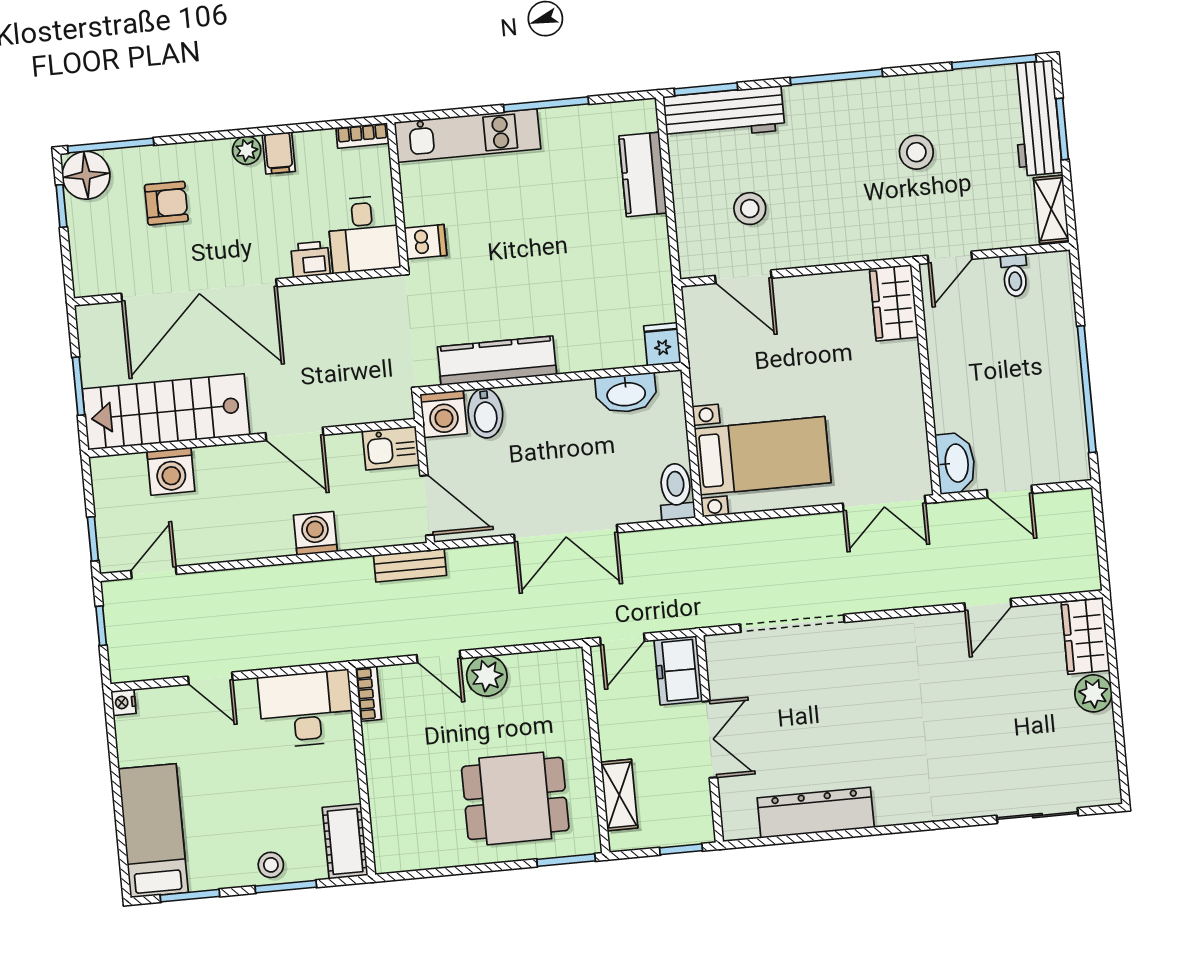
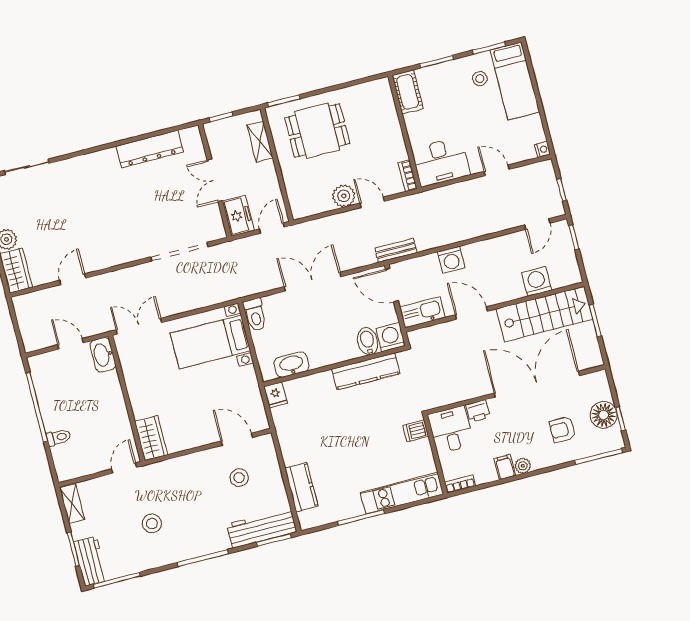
workbench: (1036, 118) -> (91, 561), width x0.73
floor lamp: (86, 175) -> (604, 415), moved
toilet: (1015, 276) -> (59, 437), moved, turned 90
kitchen sink: (391, 448) -> (422, 312), width x1.38
stool: (271, 865) -> (480, 79), moved

